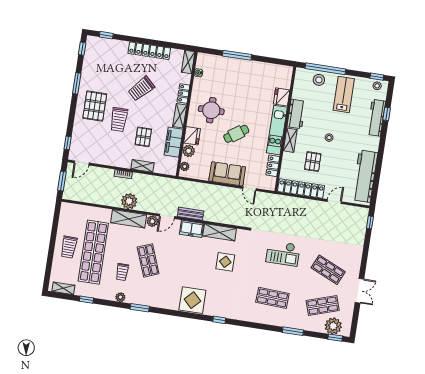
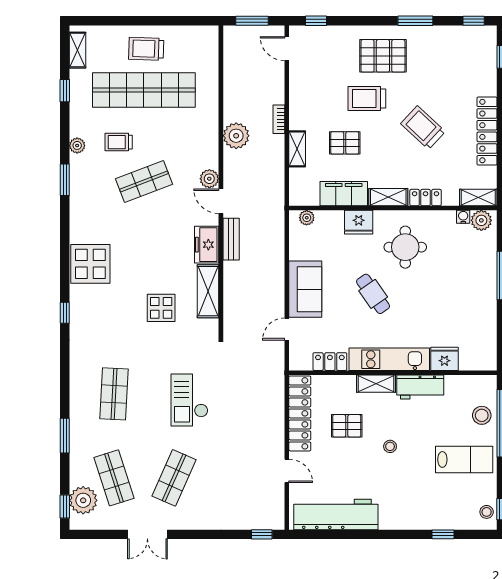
workbench: (376, 118) -> (434, 519), removed
plant: (189, 151) -> (481, 220), moved
shelving: (129, 219) -> (207, 139), removed

